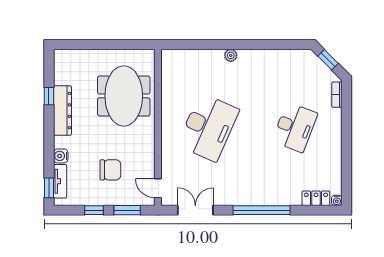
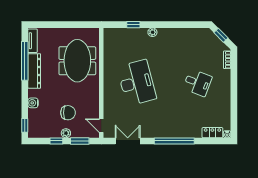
window: (204, 44) -> (133, 25), added
window: (49, 96) -> (25, 61), width x3.17
desk: (208, 127) -> (137, 83), turned -39
desk: (295, 127) -> (198, 83), width x0.73
tv unit: (60, 181) -> (33, 41), moved
plant: (108, 199) -> (66, 133), added

